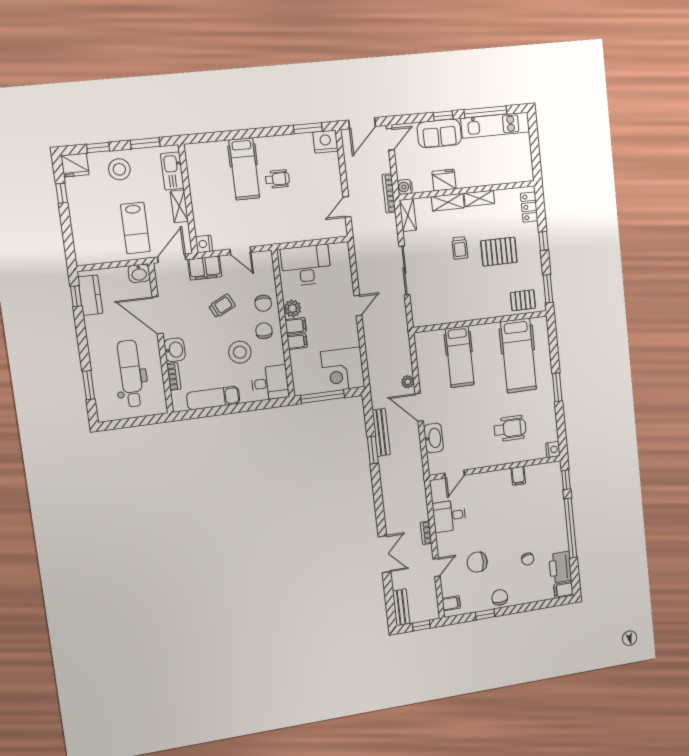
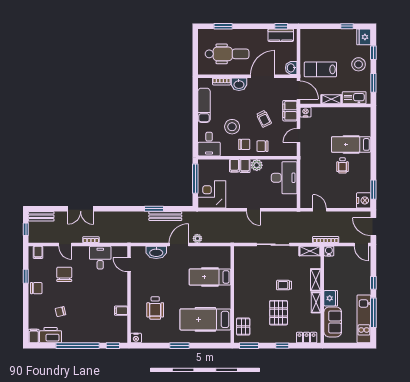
sofa: (439, 133) -> (333, 322), moved, turned 180
fridge: (444, 180) -> (331, 298), moved

